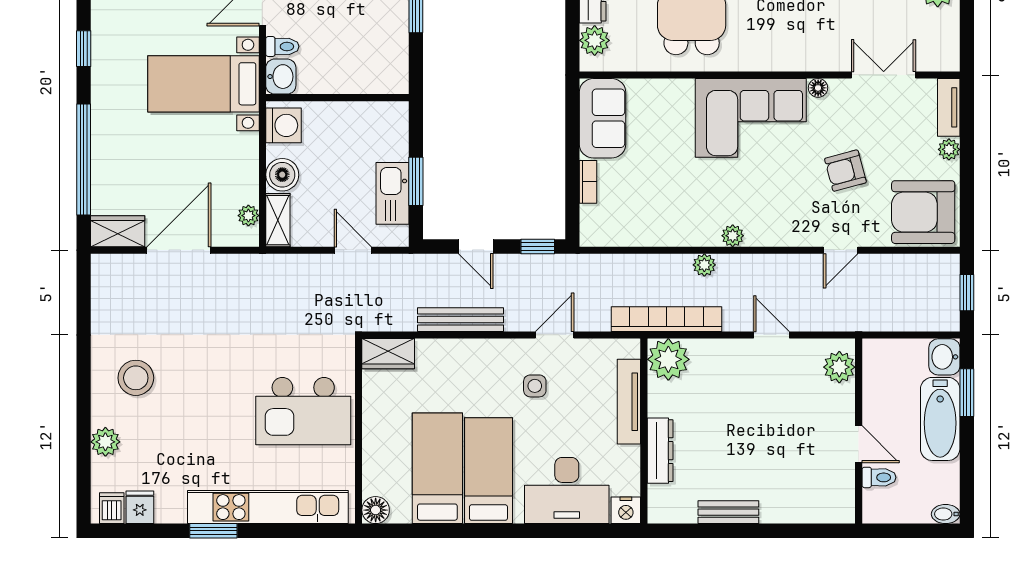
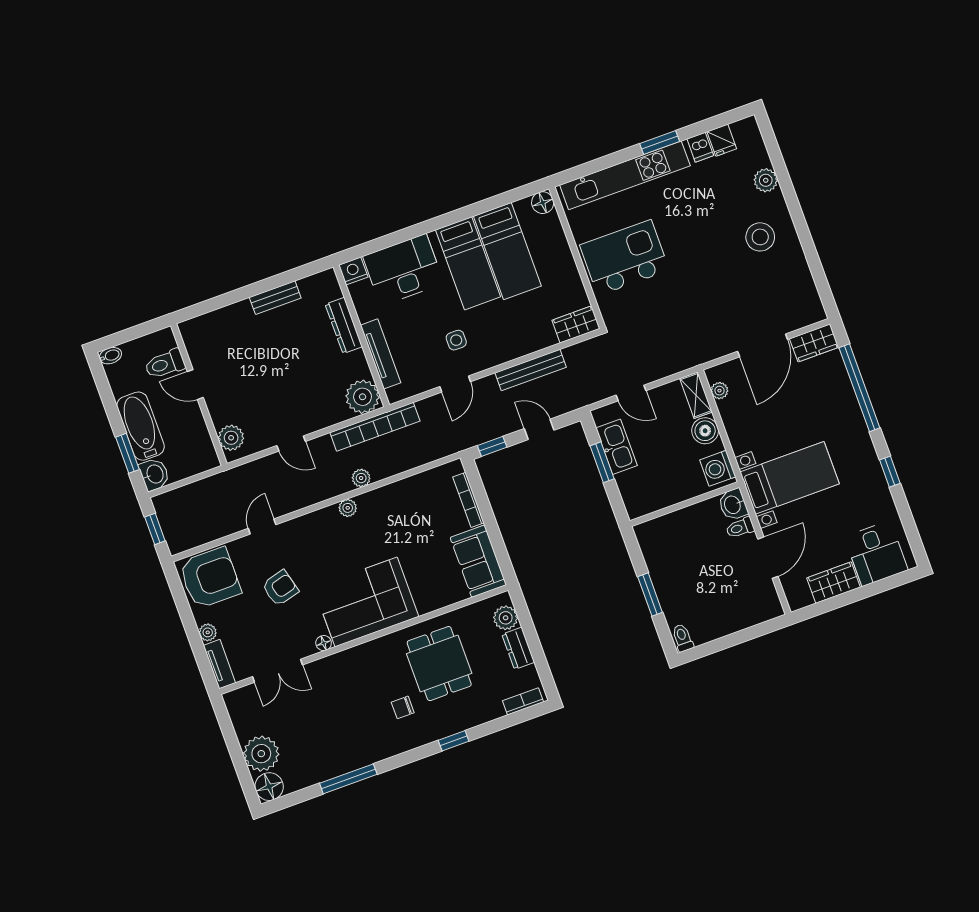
bookcase: (588, 182) -> (468, 500), width x1.56
toilet: (879, 477) -> (165, 364), width x1.37, depth x1.39
dishwasher: (112, 508) -> (700, 147), moved

